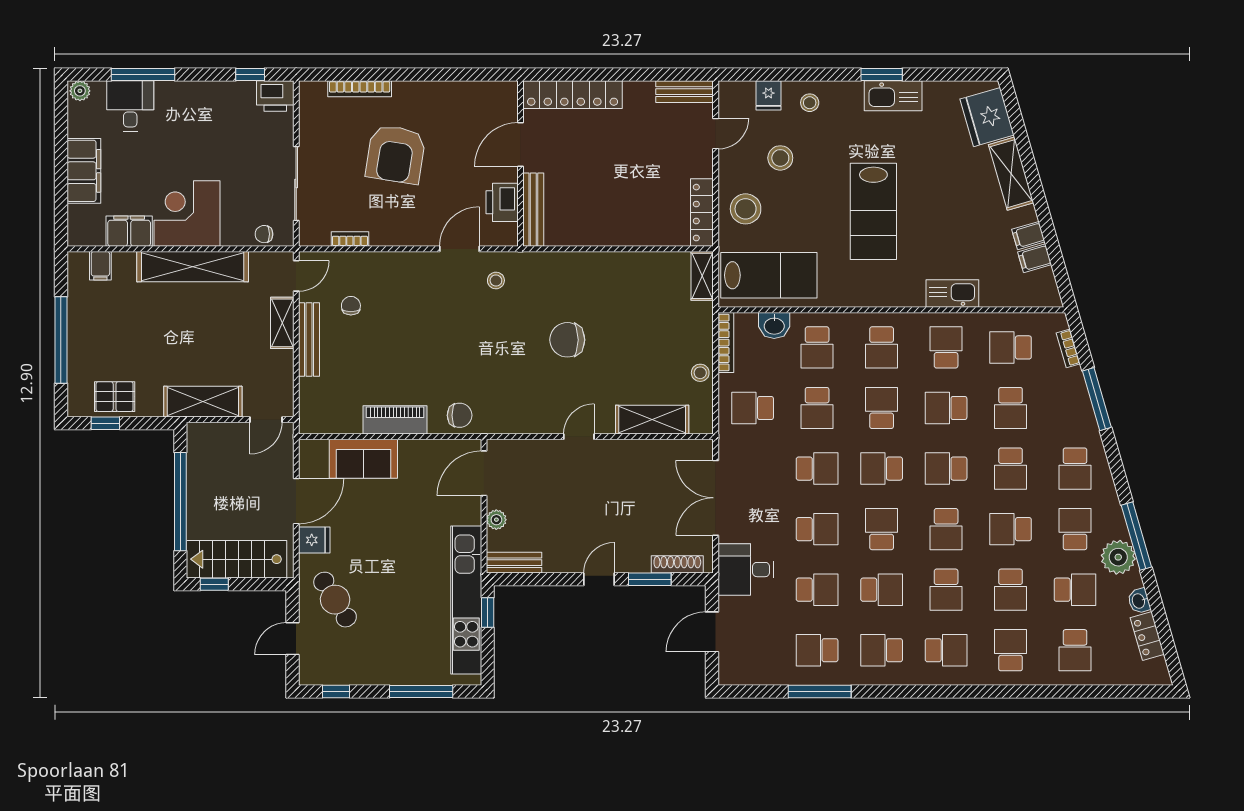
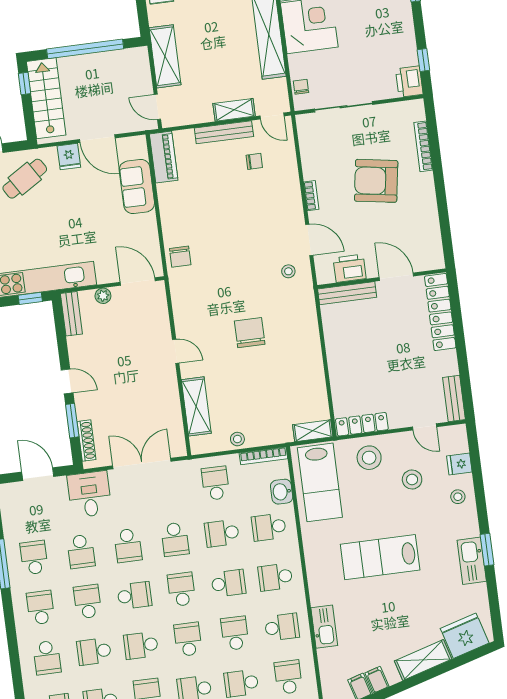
bookcase: (350, 239) -> (311, 196), moved
piano: (395, 420) -> (164, 157), moved
school desk: (882, 590) -> (87, 602), turned 180

